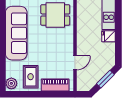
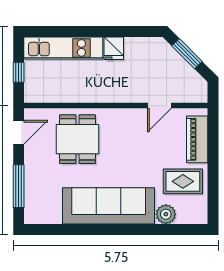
door: (75, 63) -> (159, 106), swing flipped
plant: (11, 83) -> (166, 214), moved

